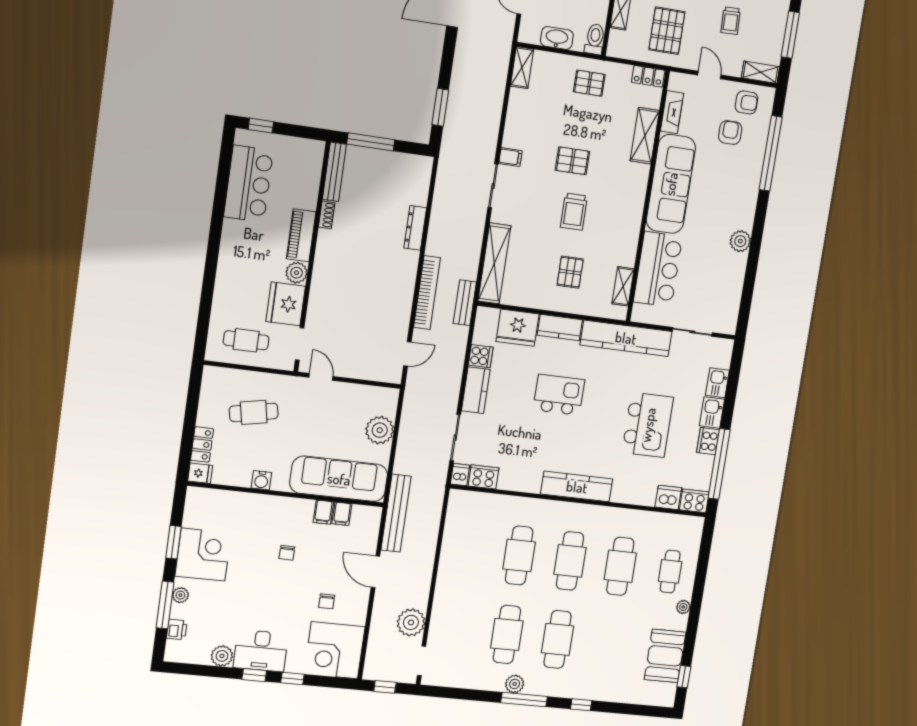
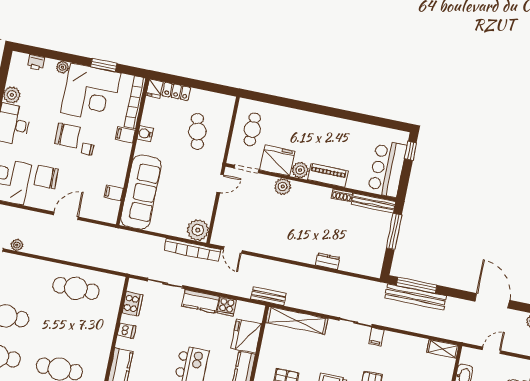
window: (440, 107) -> (417, 285), width x1.44
bar counter: (249, 184) -> (387, 169), moved, turned 90
dresser: (415, 228) -> (328, 261), width x0.70
bookcase: (427, 293) -> (193, 250), moved
plant: (320, 294) -> (283, 187), added
plant: (380, 430) -> (198, 230), moved
dishwasher: (460, 475) -> (127, 331), moved
bookcase: (221, 497) -> (135, 102), added
filing cabinet: (323, 512) -> (125, 135), moved
bench: (396, 513) -> (415, 297), moved
corner desk: (203, 555) -> (91, 93), width x1.36, depth x1.36
cafe table: (519, 555) -> (76, 288), moved
chair: (270, 580) -> (67, 135), added
chair: (327, 601) -> (46, 177), width x1.87, depth x1.87
window: (165, 605) -> (56, 55), removed
plant: (411, 622) -> (17, 245), width x0.53, depth x0.53

